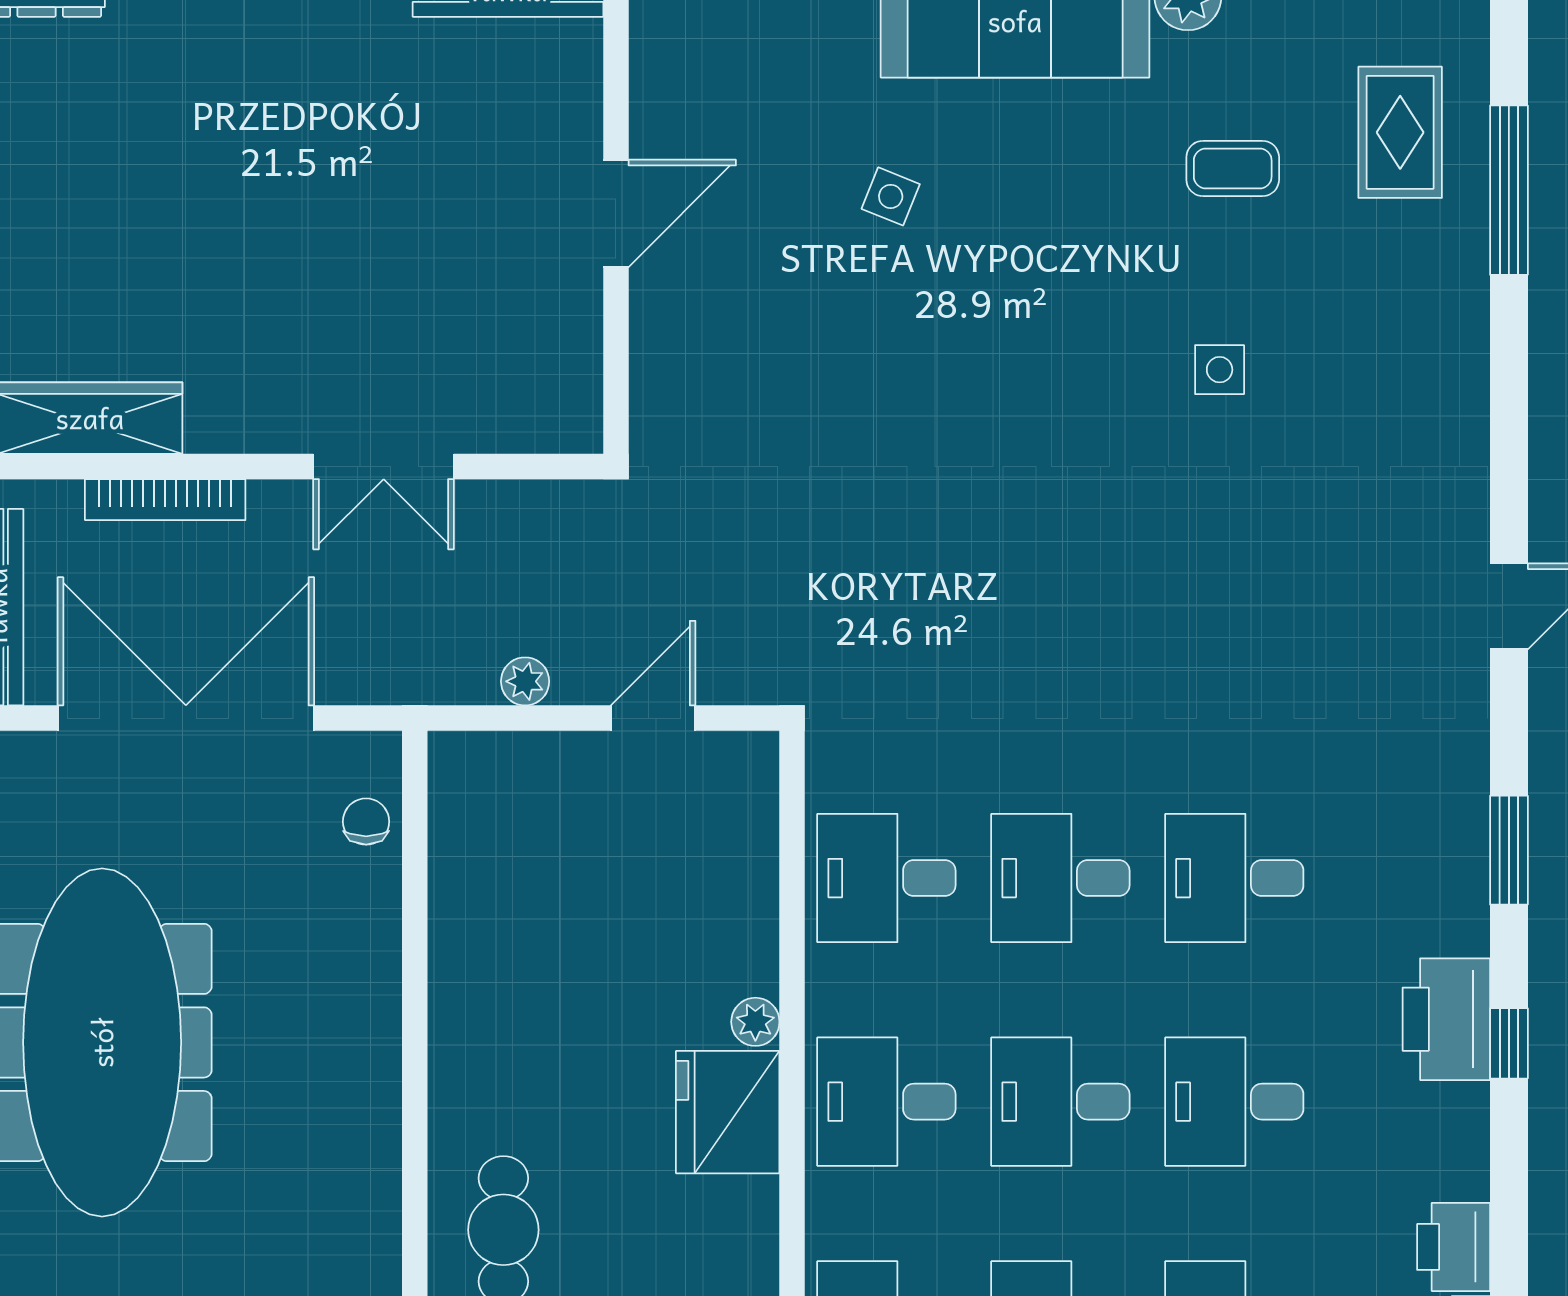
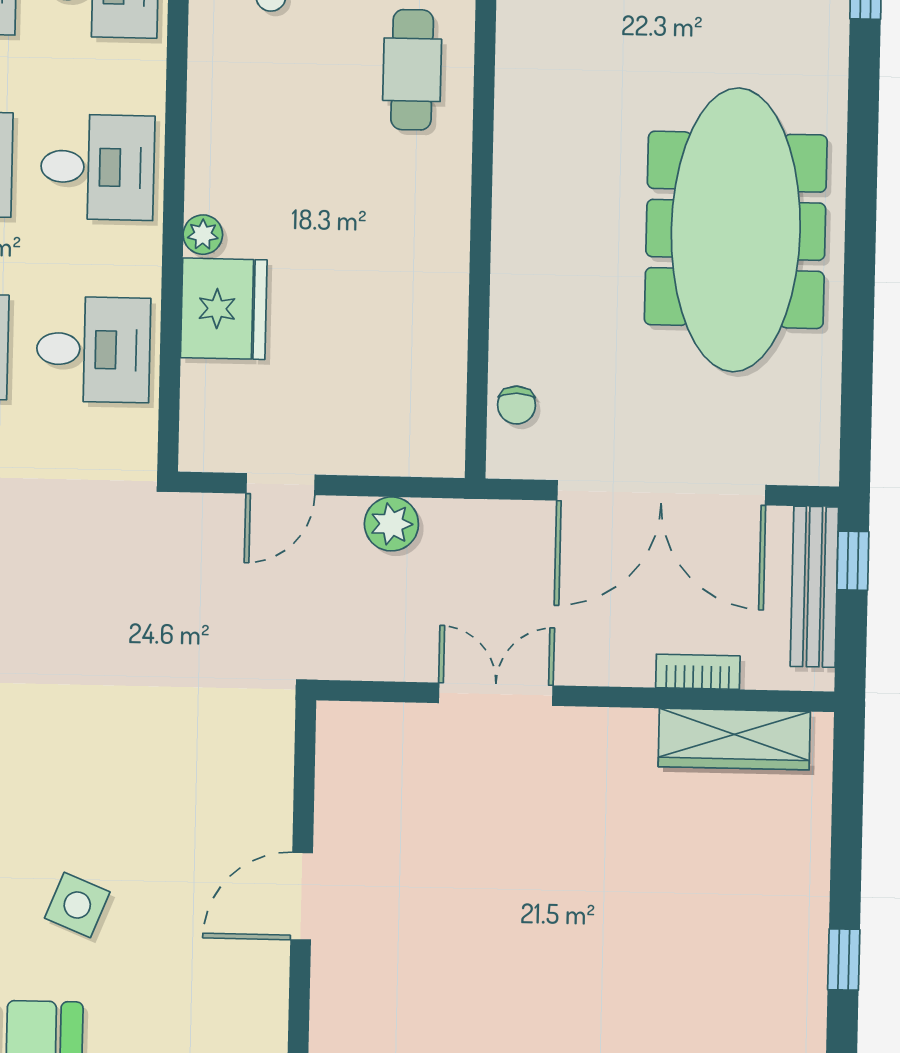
side table: (891, 196) -> (77, 905), width x1.37, depth x1.37
bookcase: (165, 500) -> (698, 672), width x0.64
plant: (525, 681) -> (391, 524), width x1.38, depth x1.38
fridge: (728, 1112) -> (224, 309), moved

